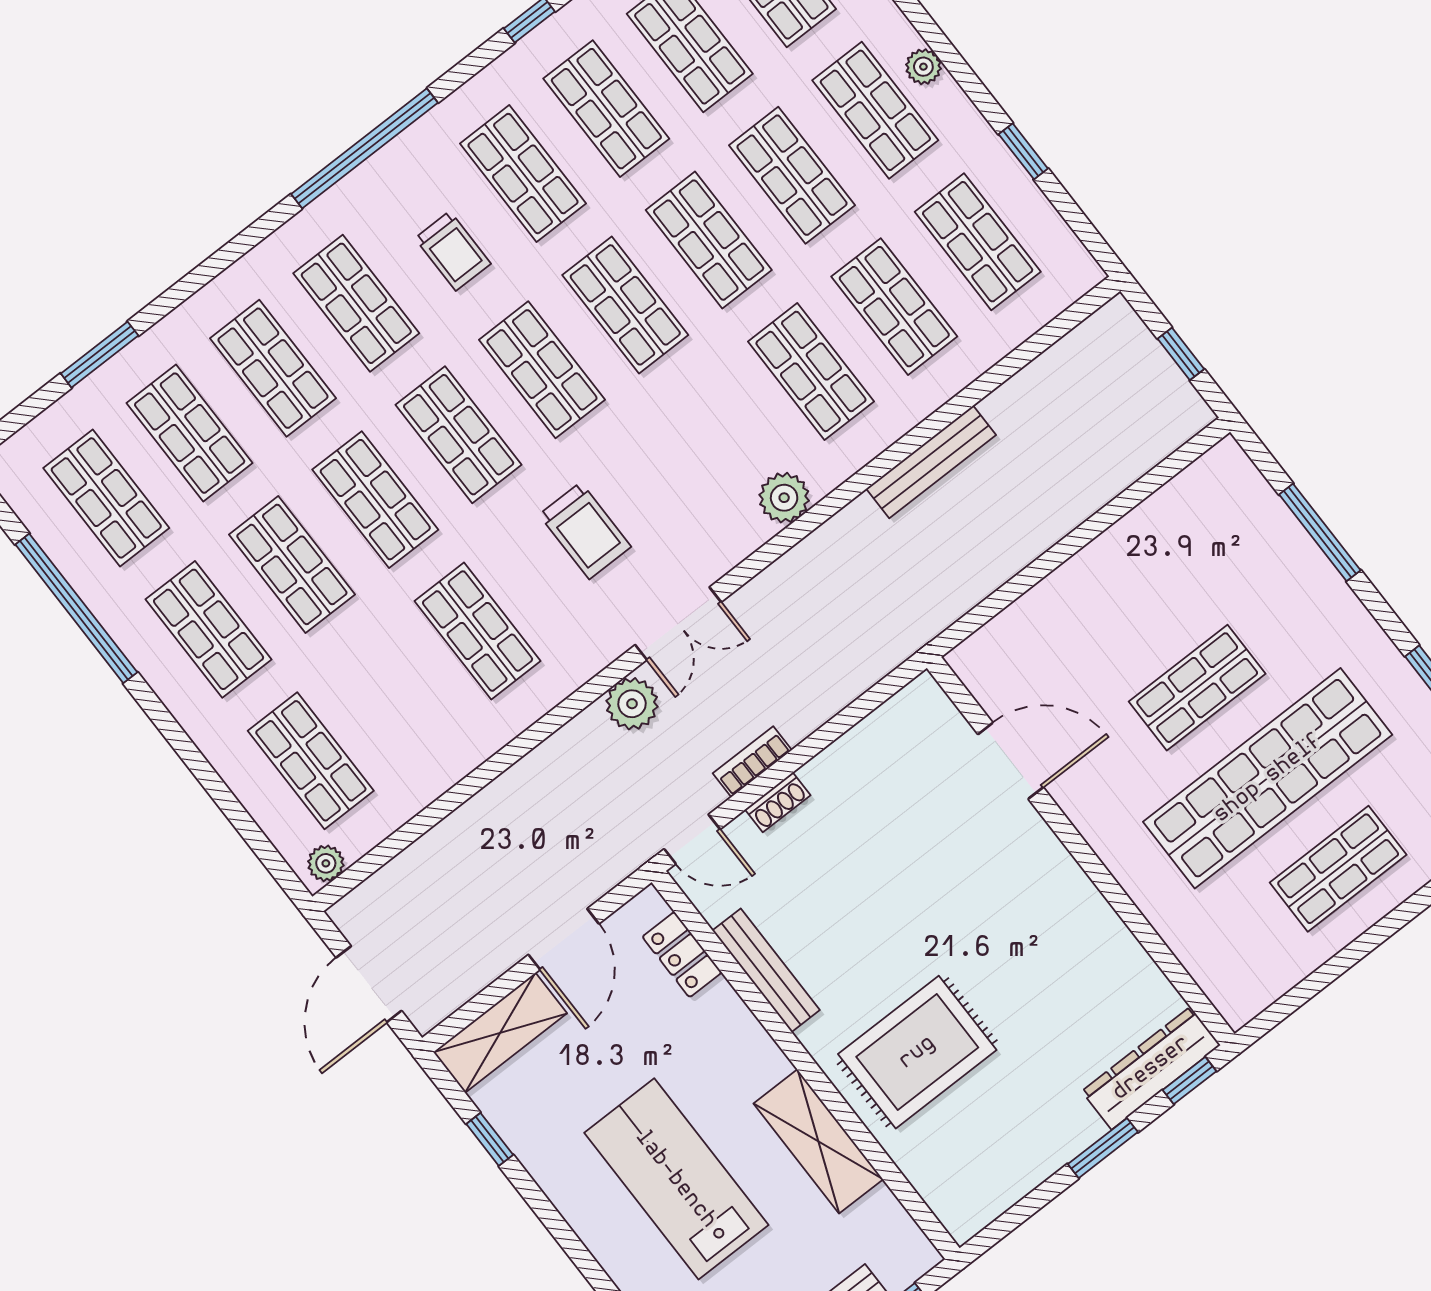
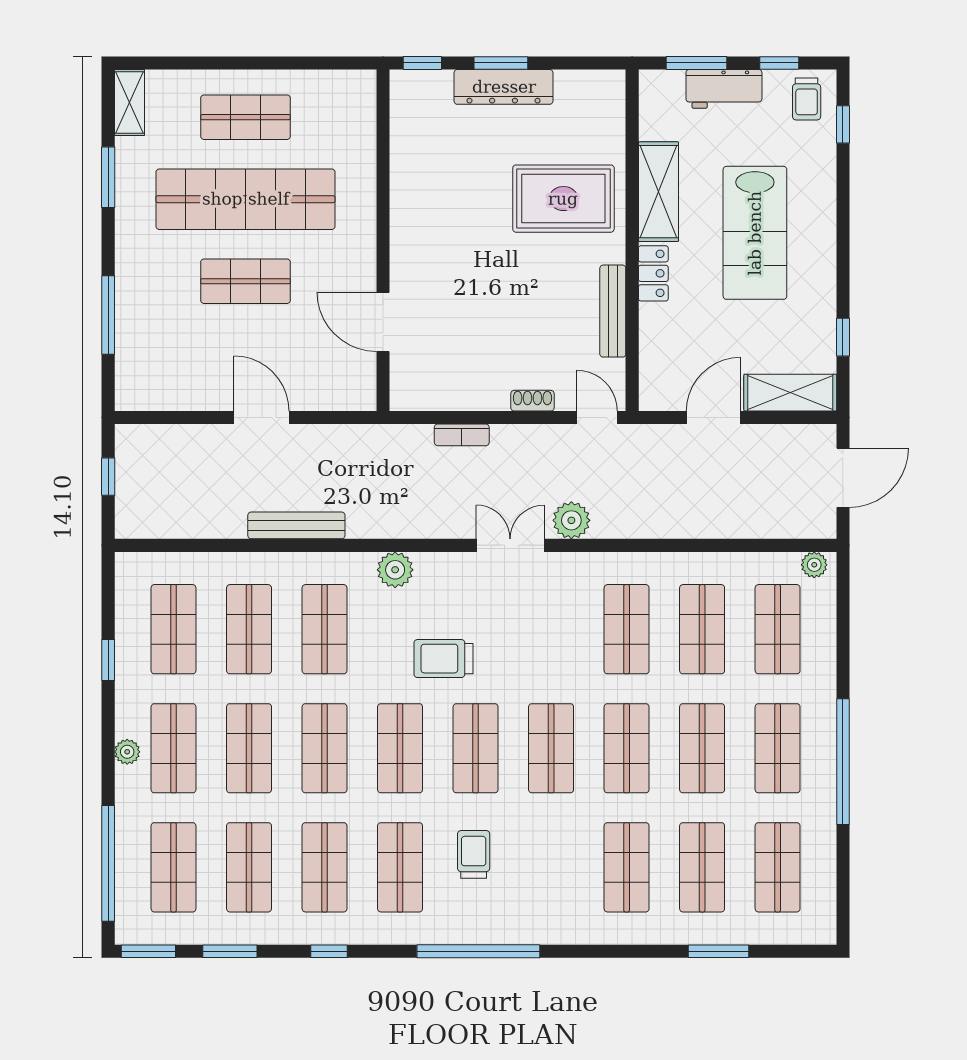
shop shelf: (356, 303) -> (702, 629), moved
trolley: (585, 531) -> (443, 659), moved, turned -90
door: (1062, 551) -> (262, 418), added
window: (76, 608) -> (843, 762), moved
bookcase: (752, 762) -> (462, 435), moved
locker: (682, 955) -> (653, 273), moved
dresser: (1151, 1068) -> (504, 87), moved

